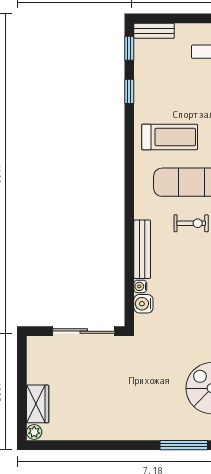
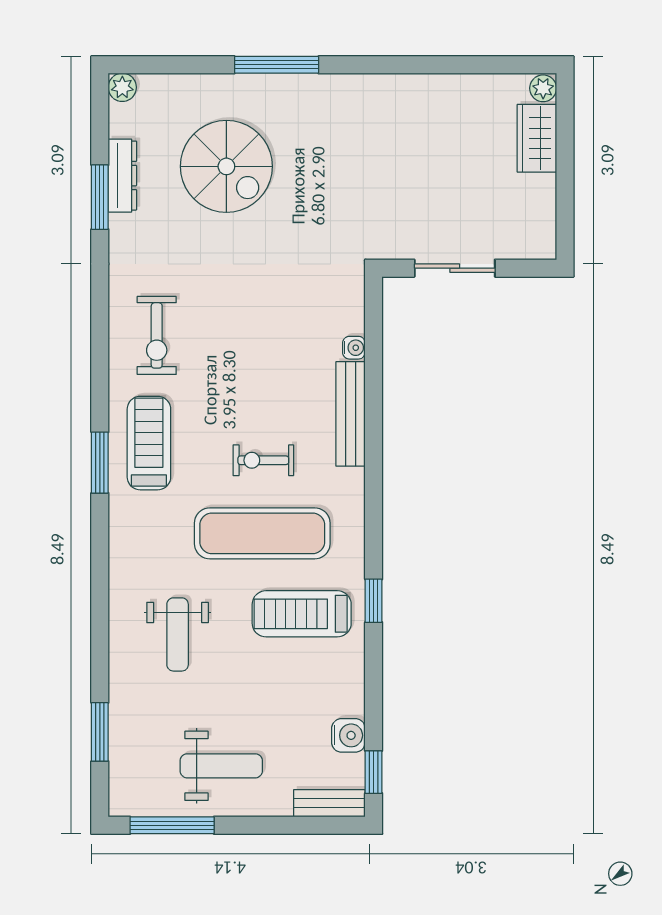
window: (129, 91) -> (374, 601), moved
water cooler: (143, 304) -> (348, 735), moved
sliding door: (84, 331) -> (455, 268), width x0.73

